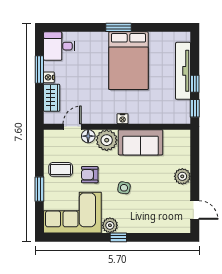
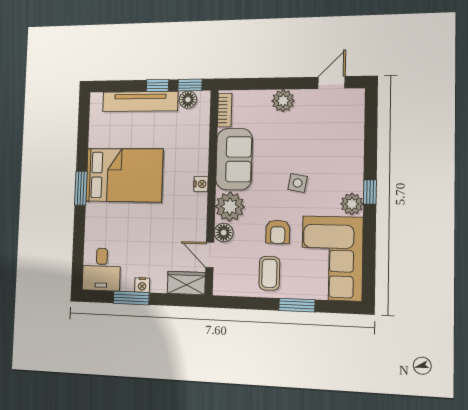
wardrobe: (52, 98) -> (186, 283), moved
floor lamp: (184, 107) -> (188, 100), added
bookcase: (176, 134) -> (225, 110), added

